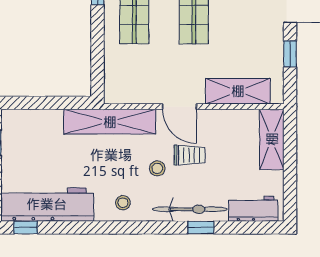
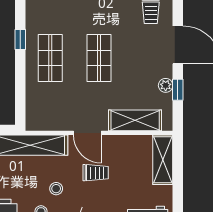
plant: (275, 49) -> (166, 85), added
stool: (157, 168) -> (56, 189), moved

